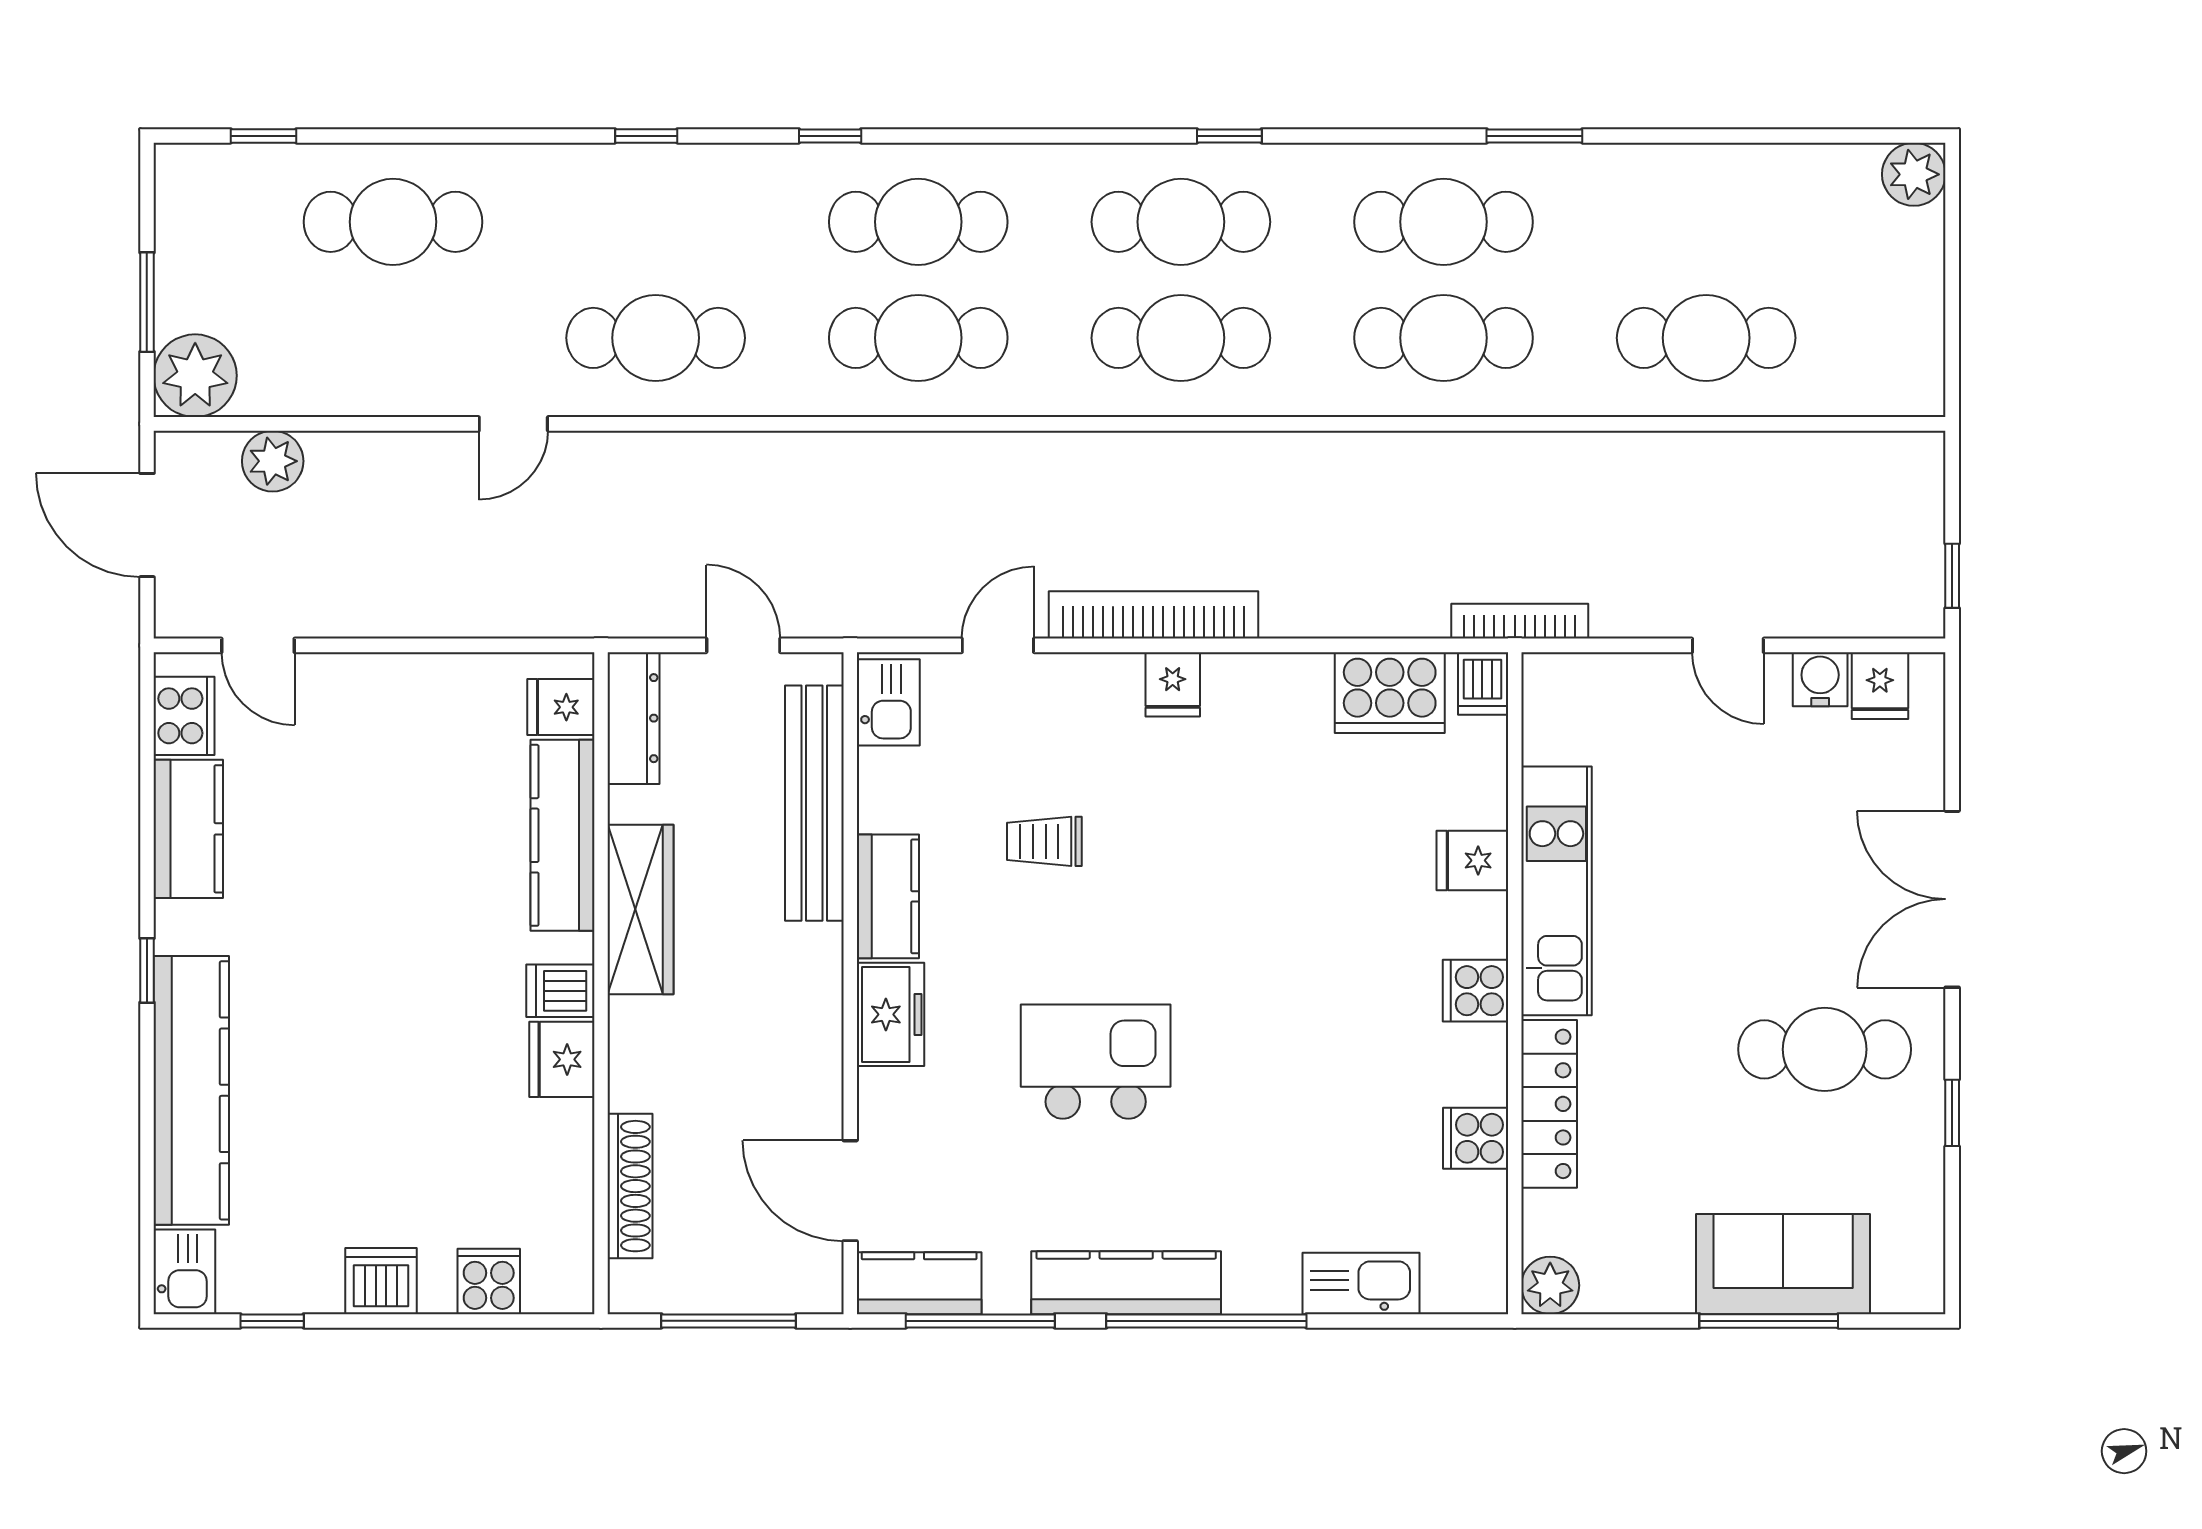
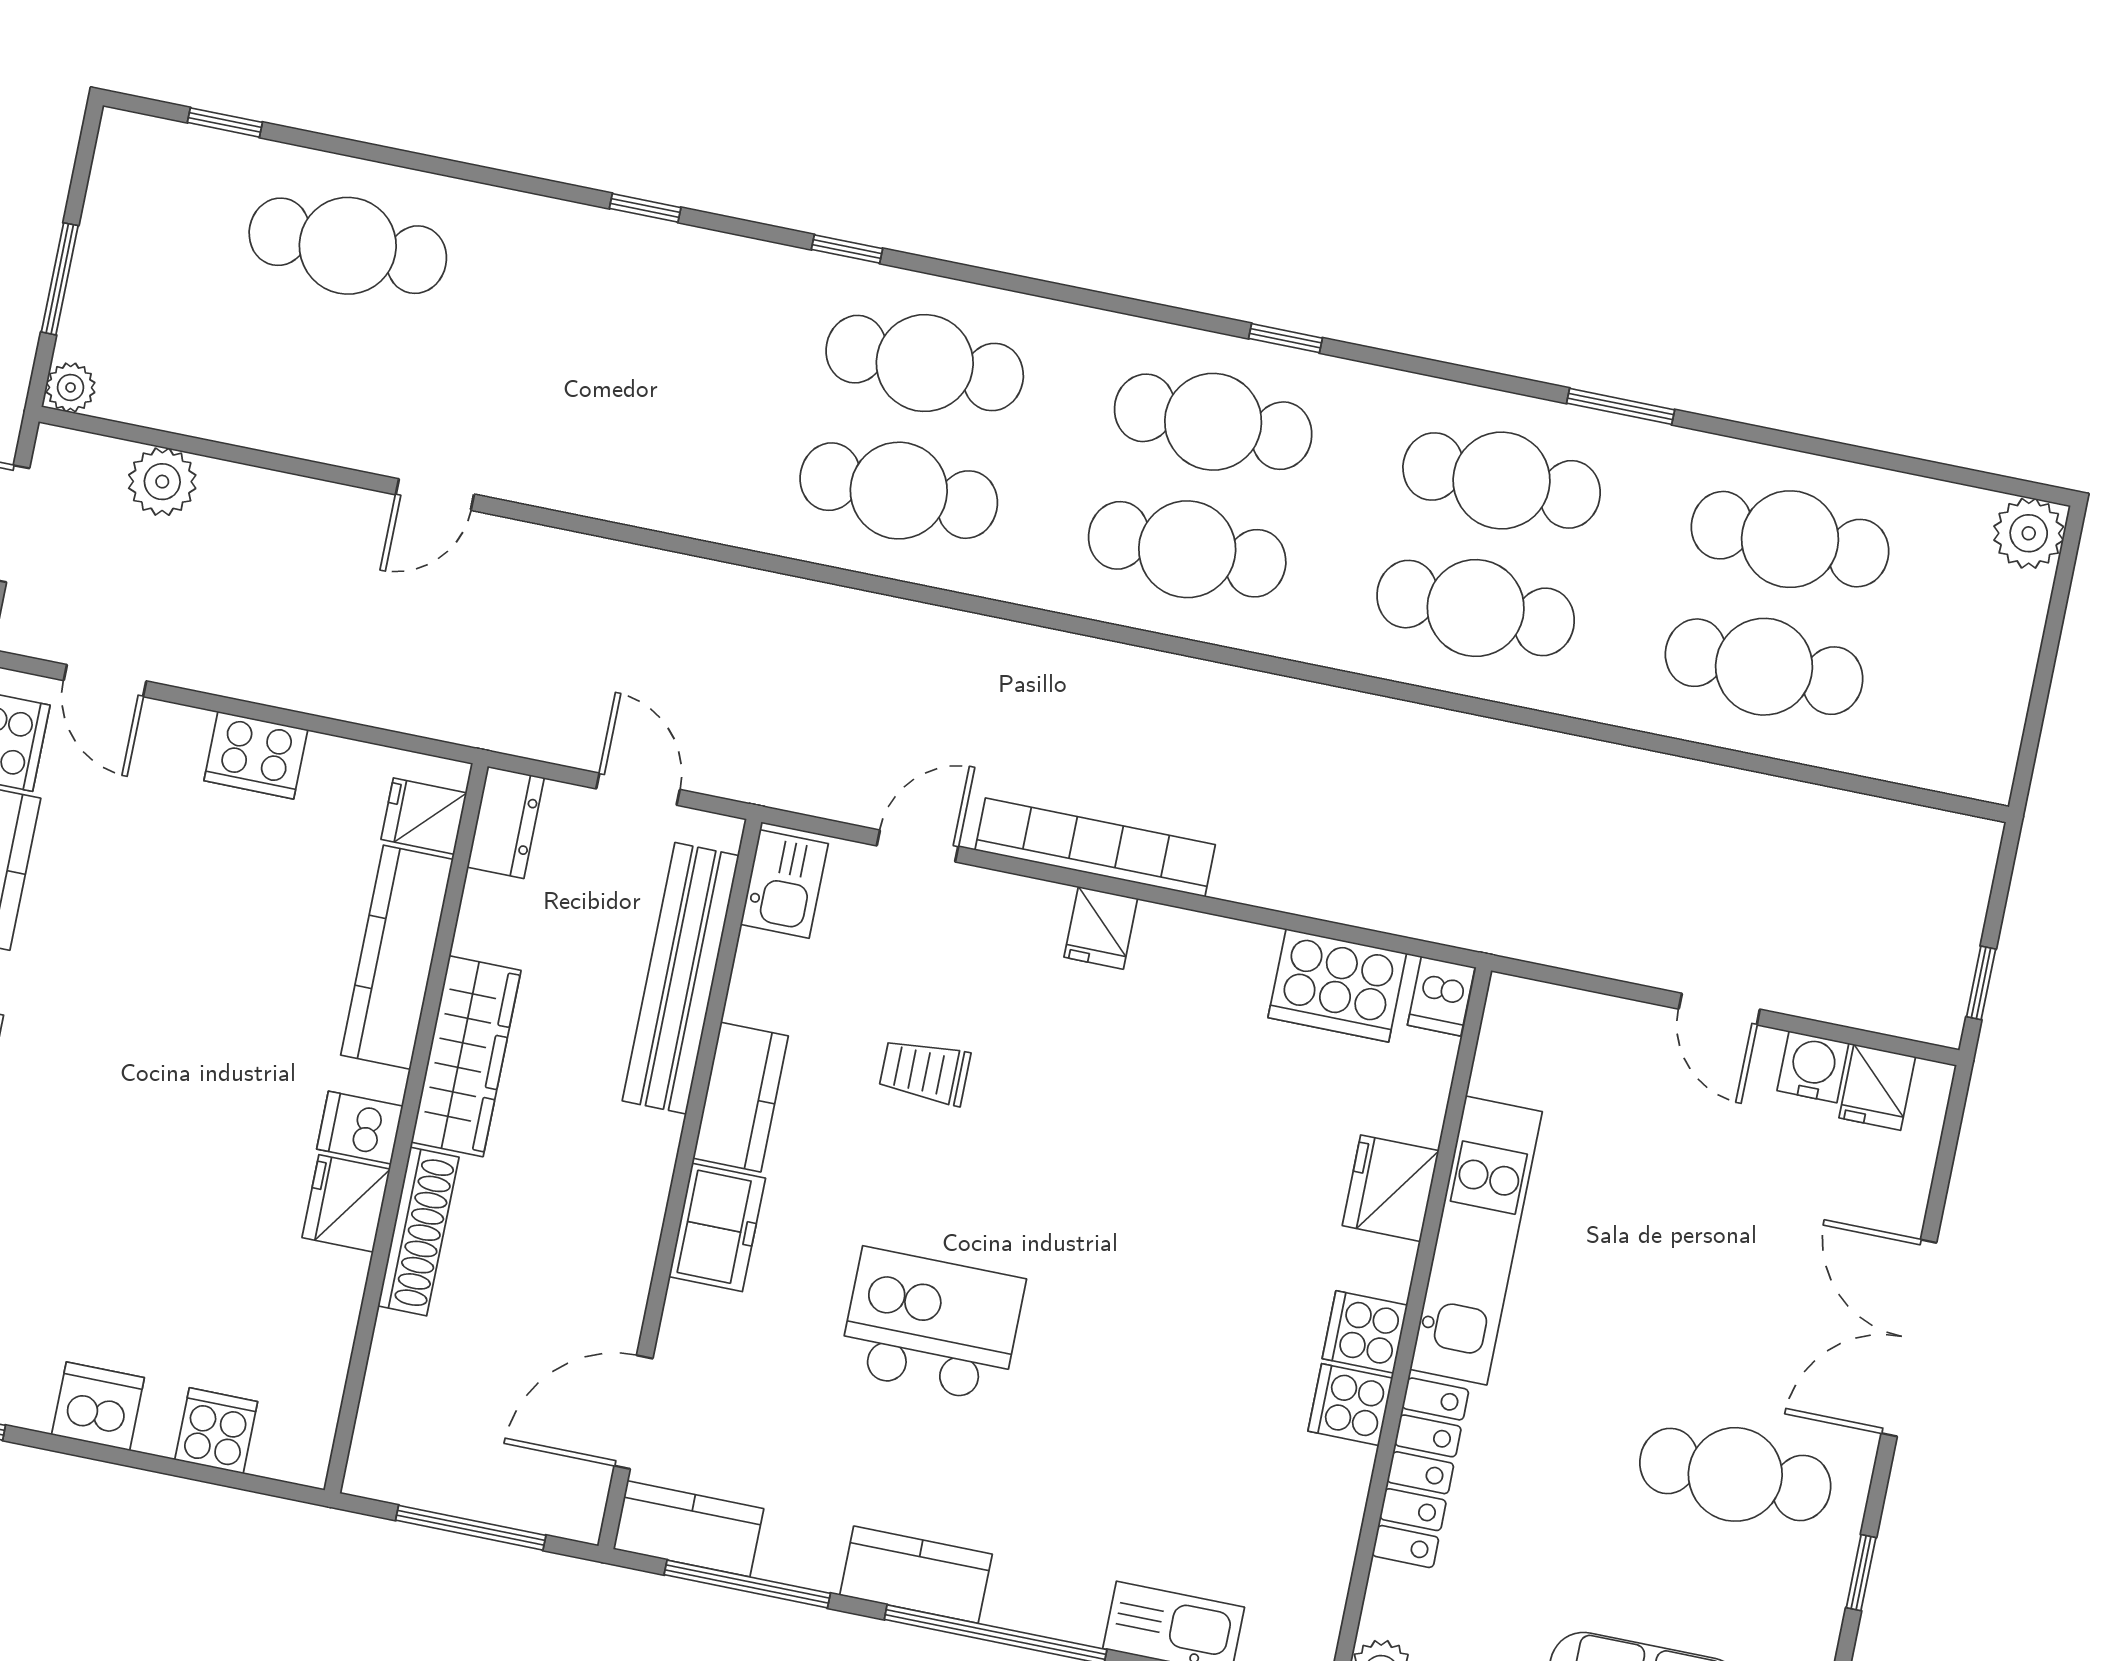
cafe table: (656, 338) -> (1790, 539), moved
plant: (195, 376) -> (71, 387), width x0.53, depth x0.53
bookcase: (1520, 621) -> (1496, 936), removed
cooker: (403, 684) -> (256, 755), added
dresser: (634, 718) -> (506, 822), width x0.70
fridge: (1472, 860) -> (1391, 1188), width x1.38
cooker: (1476, 1138) -> (1350, 1405), moved
shoe rack: (630, 1186) -> (418, 1231), moved
door: (850, 1191) -> (633, 1412), hinge flipped
kitchen counter: (1126, 1283) -> (916, 1575), width x0.67

